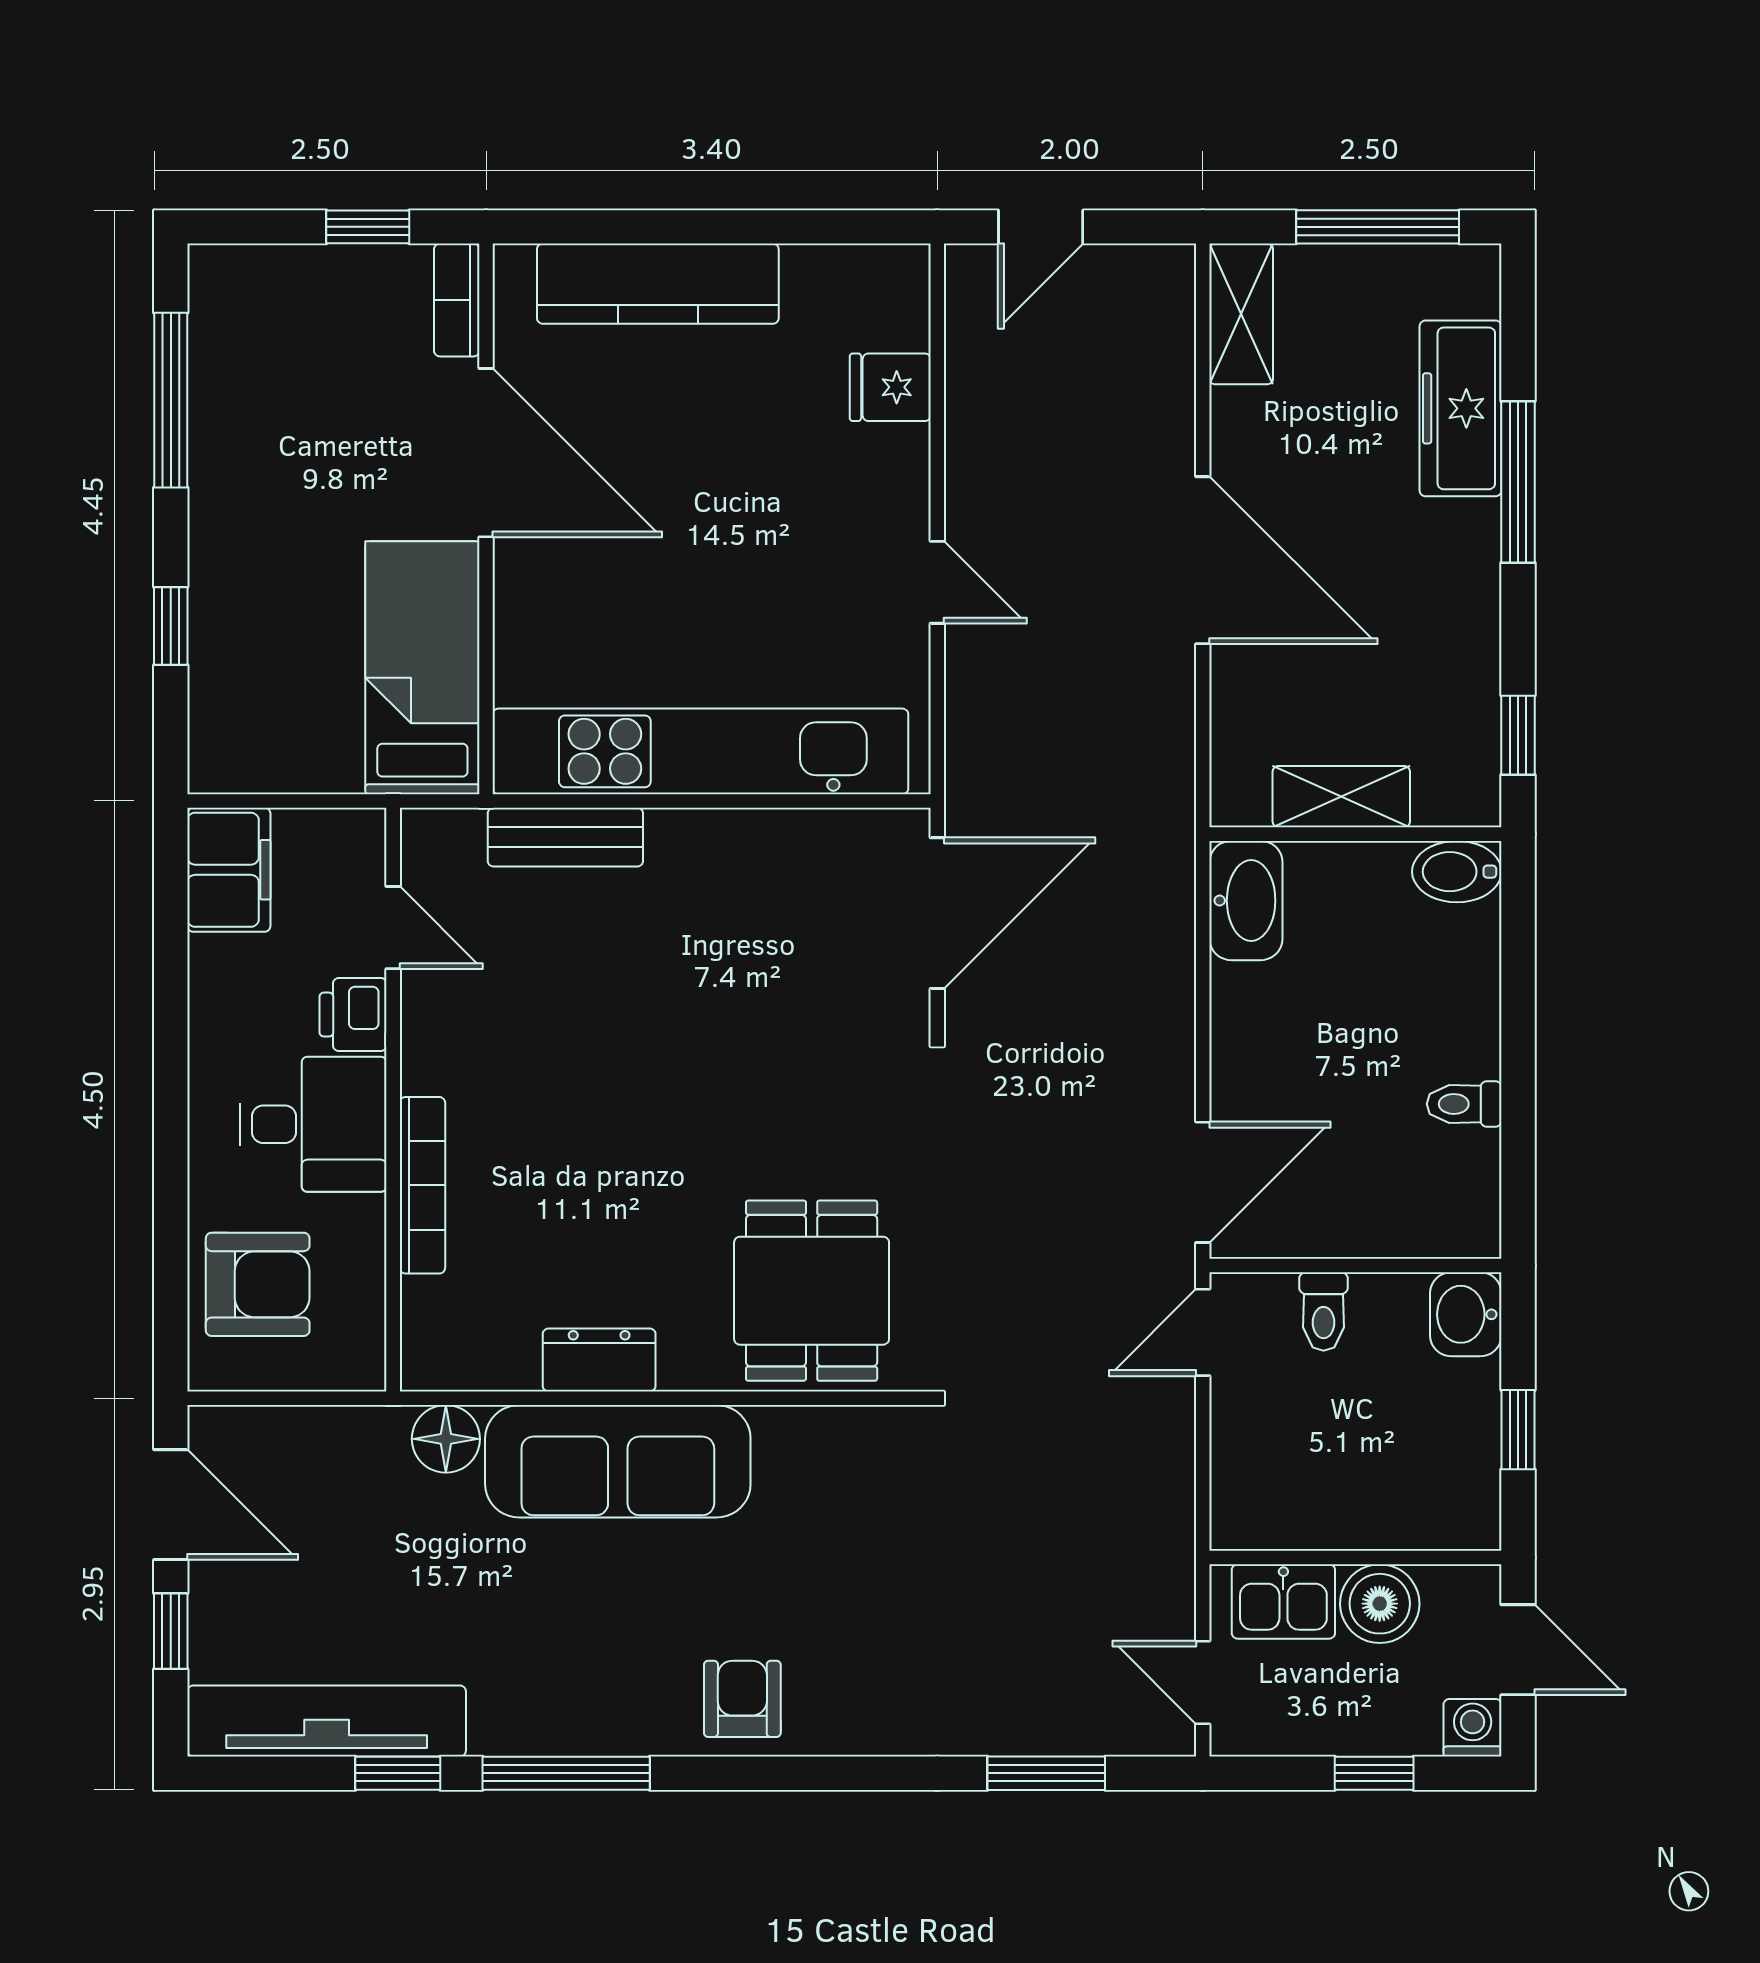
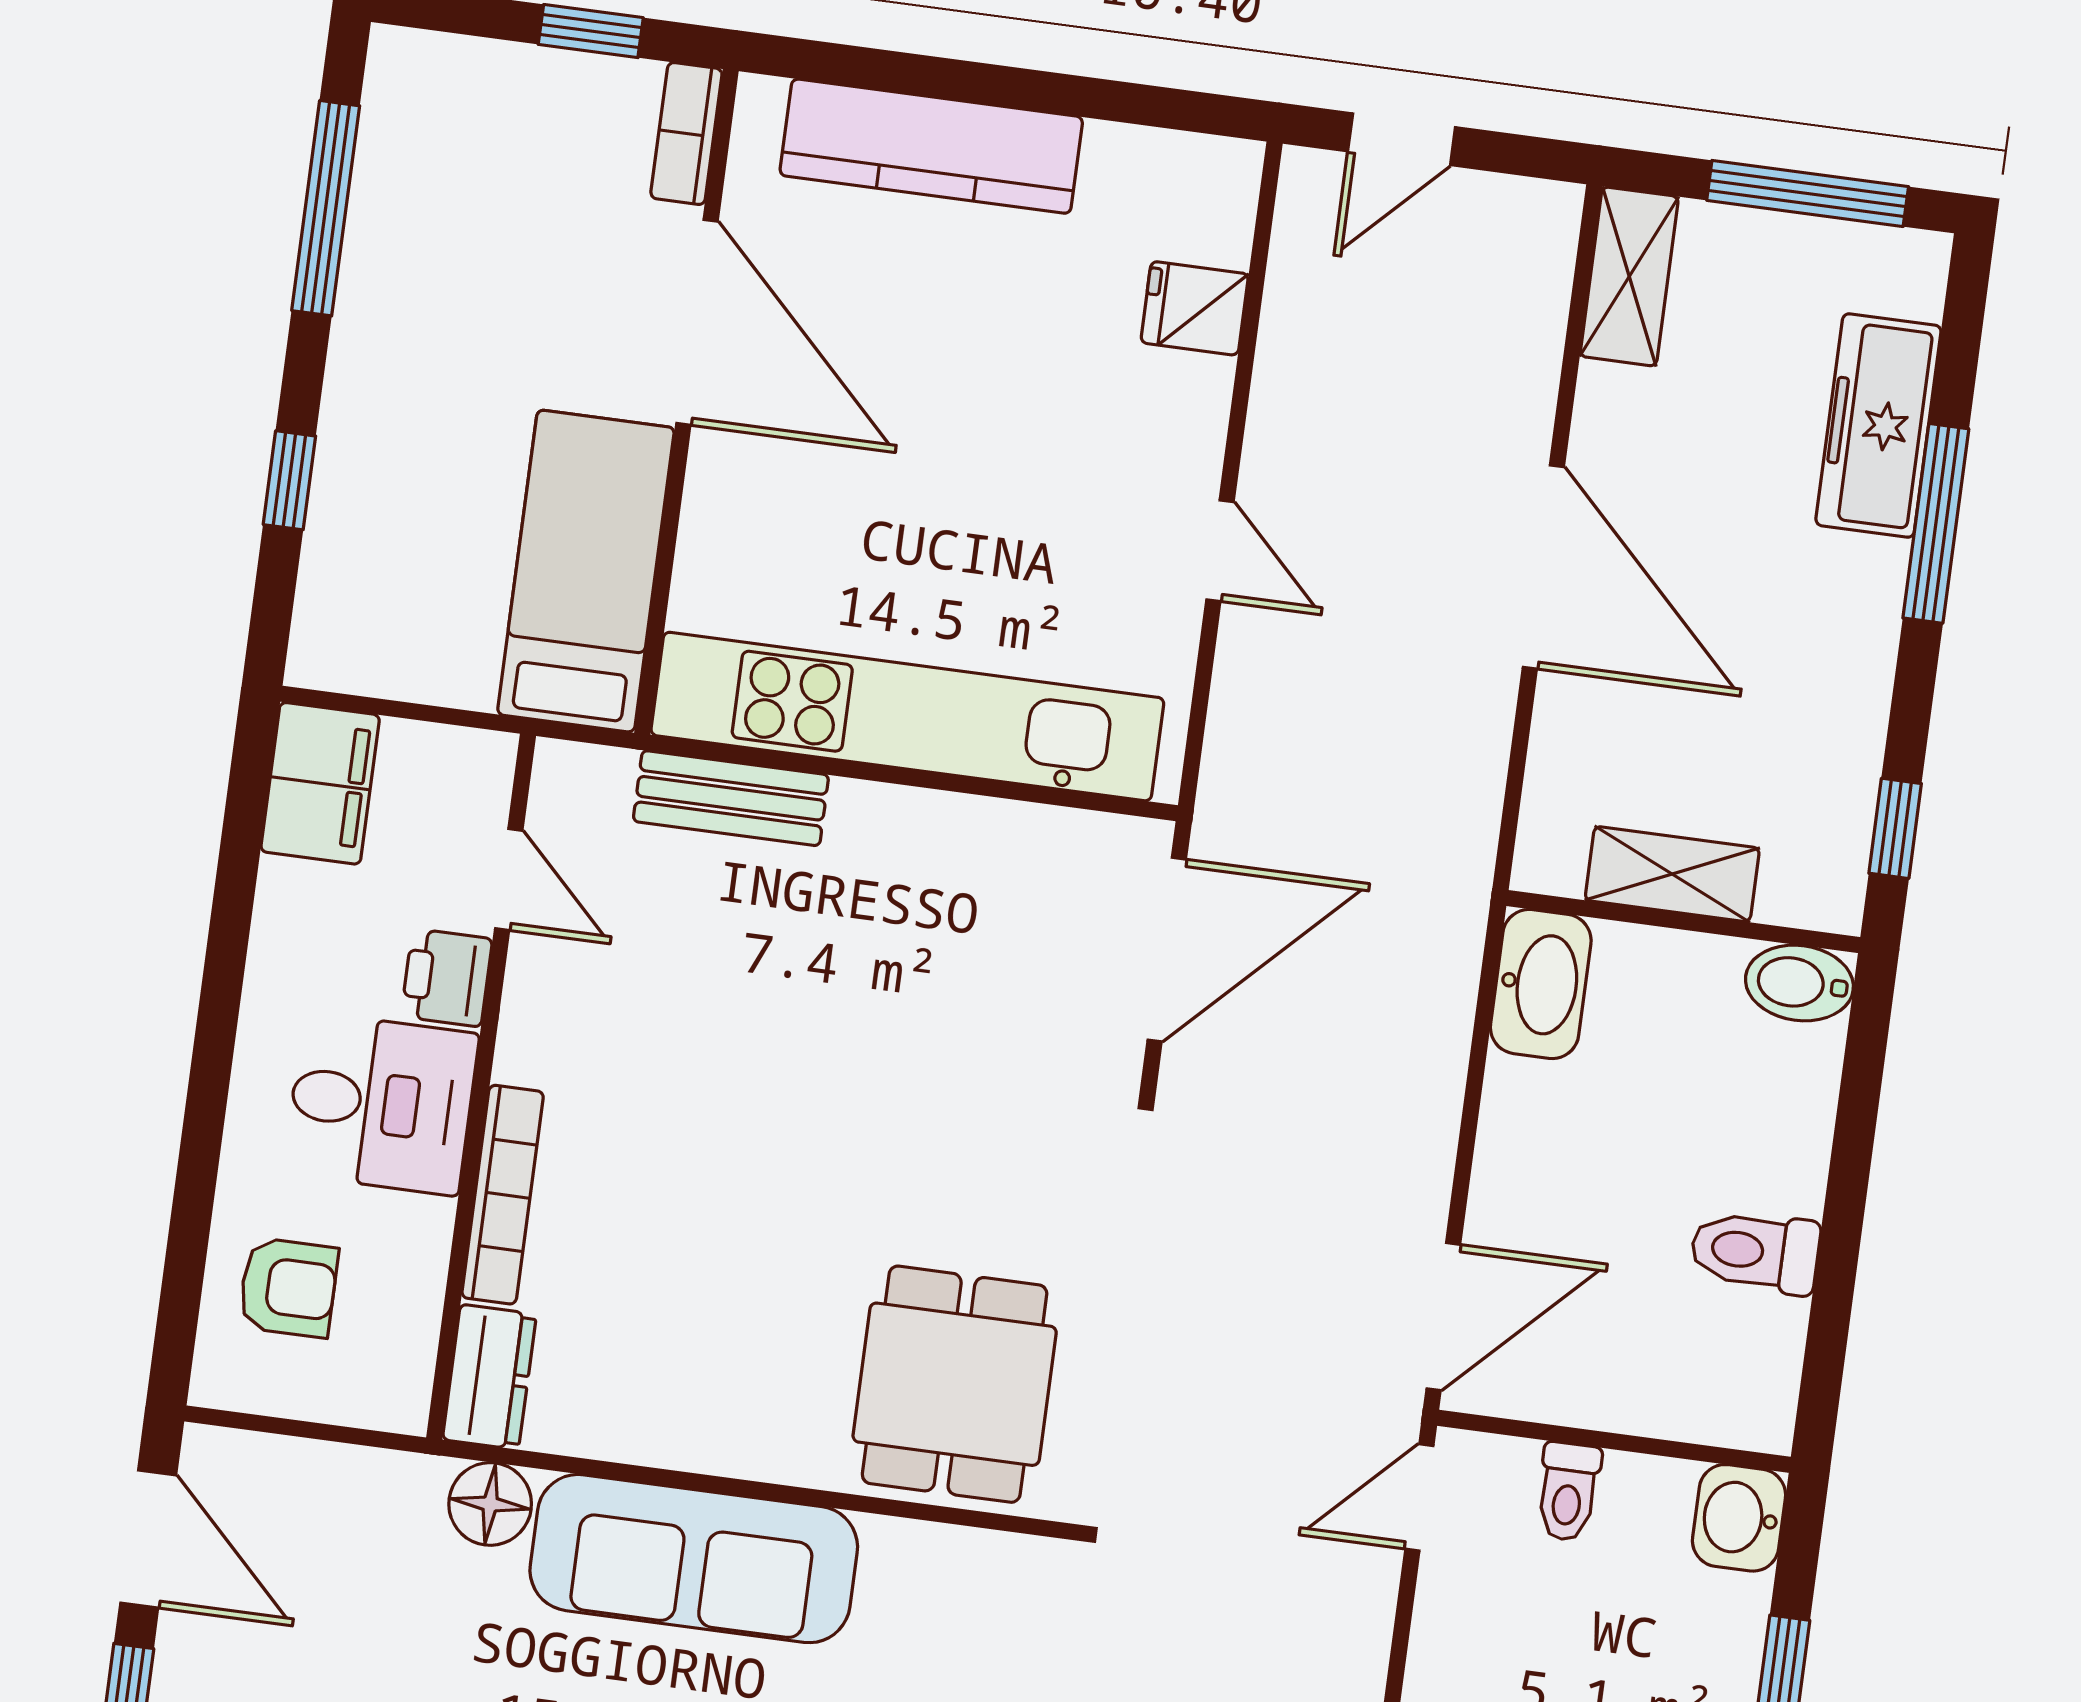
toilet: (1464, 1104) -> (1755, 1252), width x1.37, depth x1.39
armchair: (258, 1284) -> (288, 1288), width x0.72, depth x0.72
dresser: (599, 1360) -> (489, 1377), moved, turned 90

